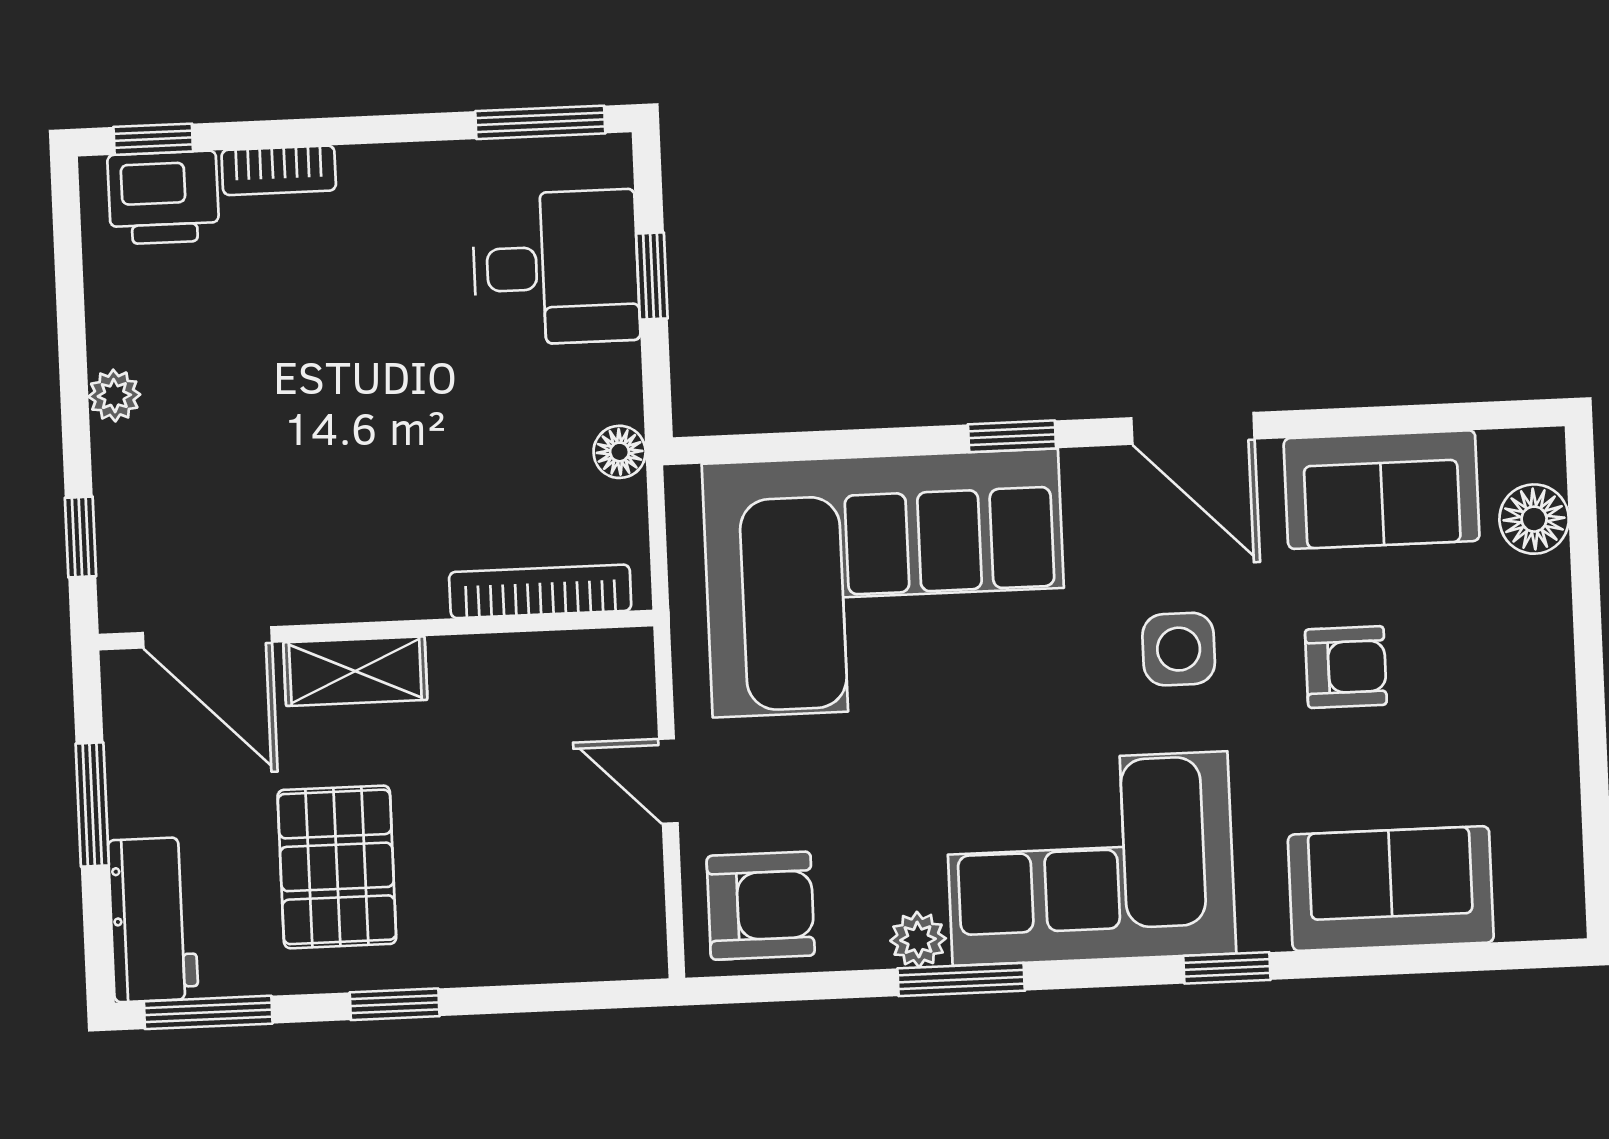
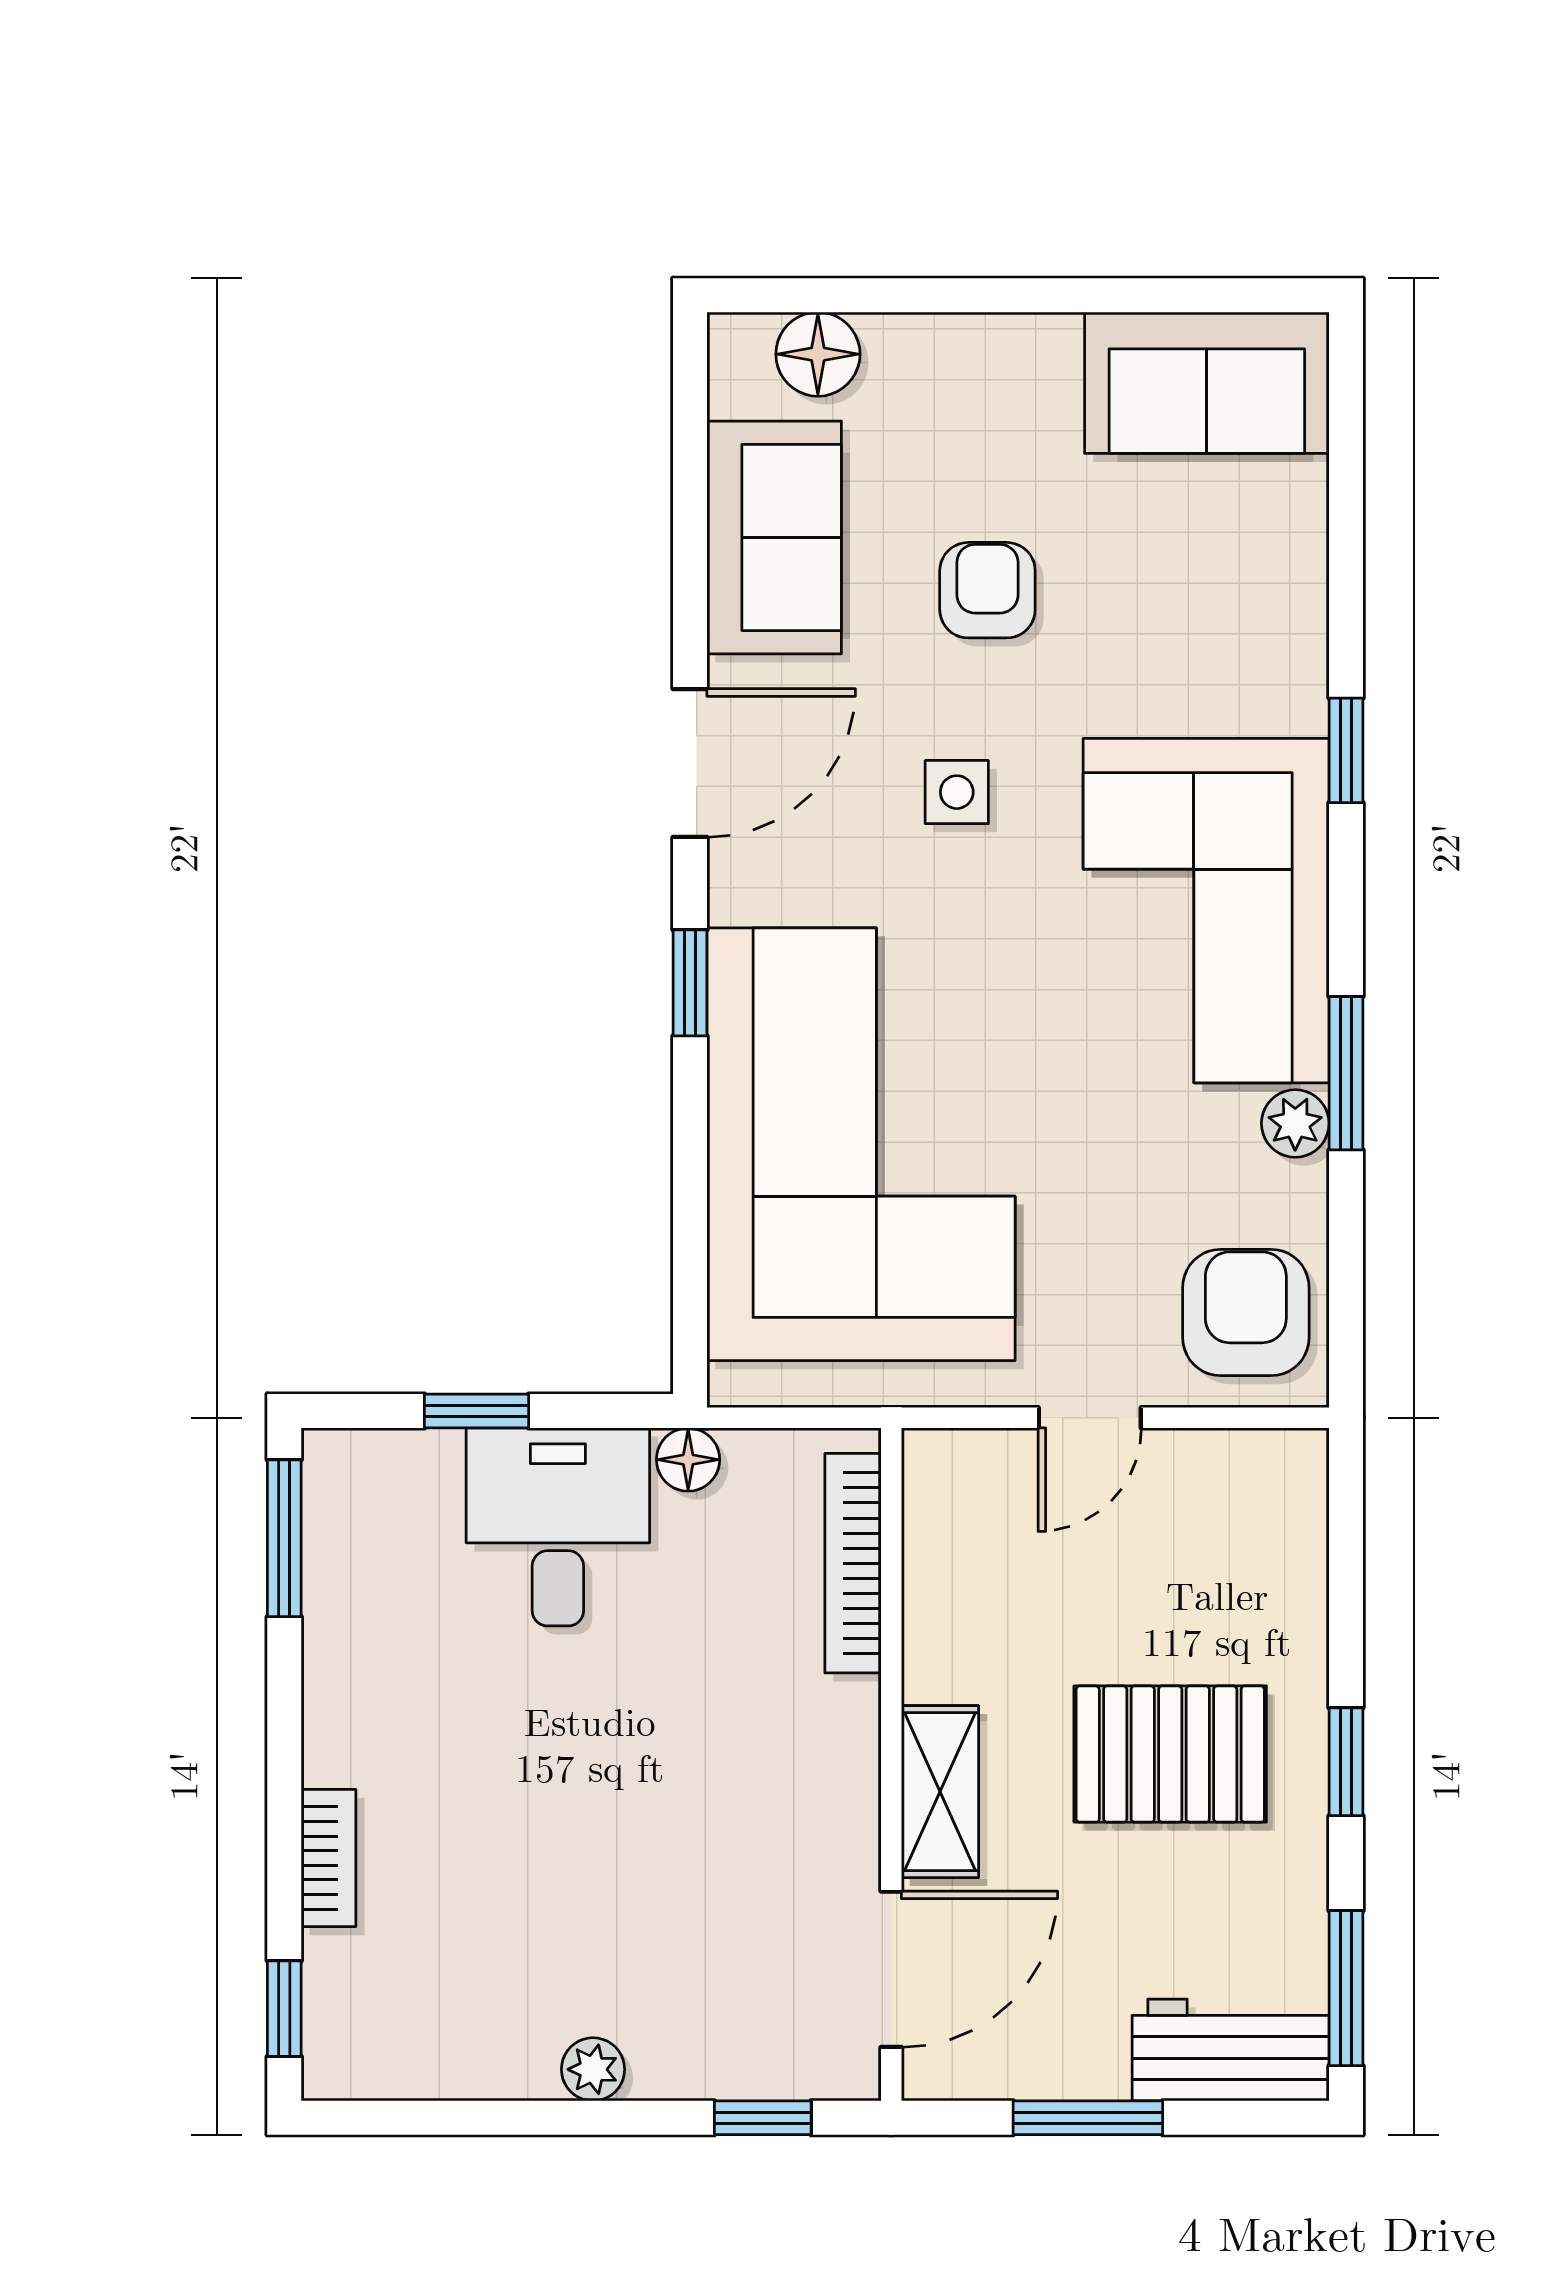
printer: (163, 198) -> (356, 1999), removed
desk: (556, 268) -> (558, 1527), moved
side table: (1179, 649) -> (957, 792), width x0.73, depth x0.73
pallet: (337, 867) -> (1170, 1754), moved
sofa: (1391, 889) -> (1207, 383), moved, turned -90

